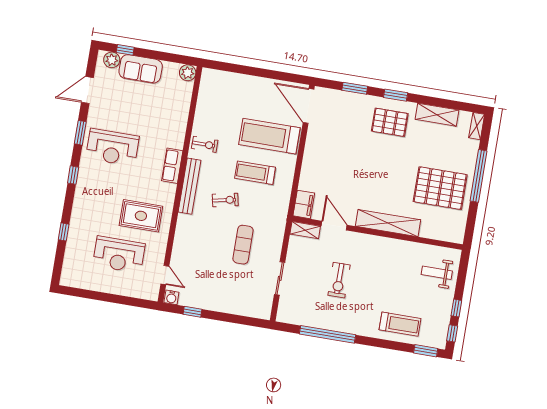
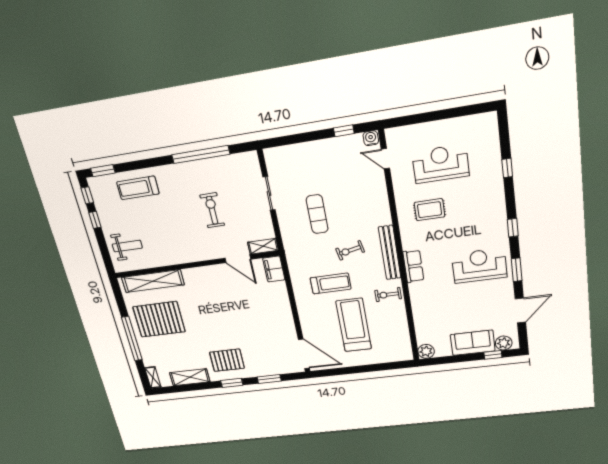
treadmill: (269, 136) -> (354, 325), moved, turned -90
rug: (141, 216) -> (430, 210), width x0.73, depth x0.70
shelving: (388, 223) -> (153, 281), moved

